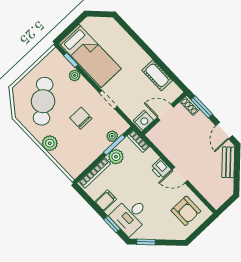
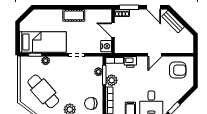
cot: (157, 75) -> (74, 15), moved
door: (165, 112) -> (113, 30), hinge flipped
chair: (81, 118) -> (91, 103), moved
printer: (161, 169) -> (130, 62), moved

